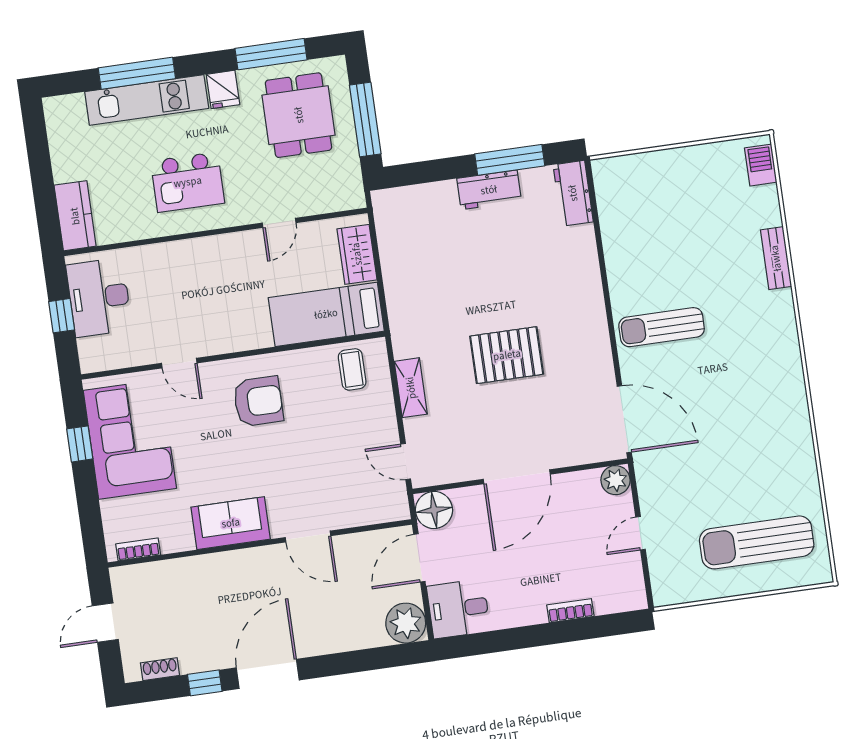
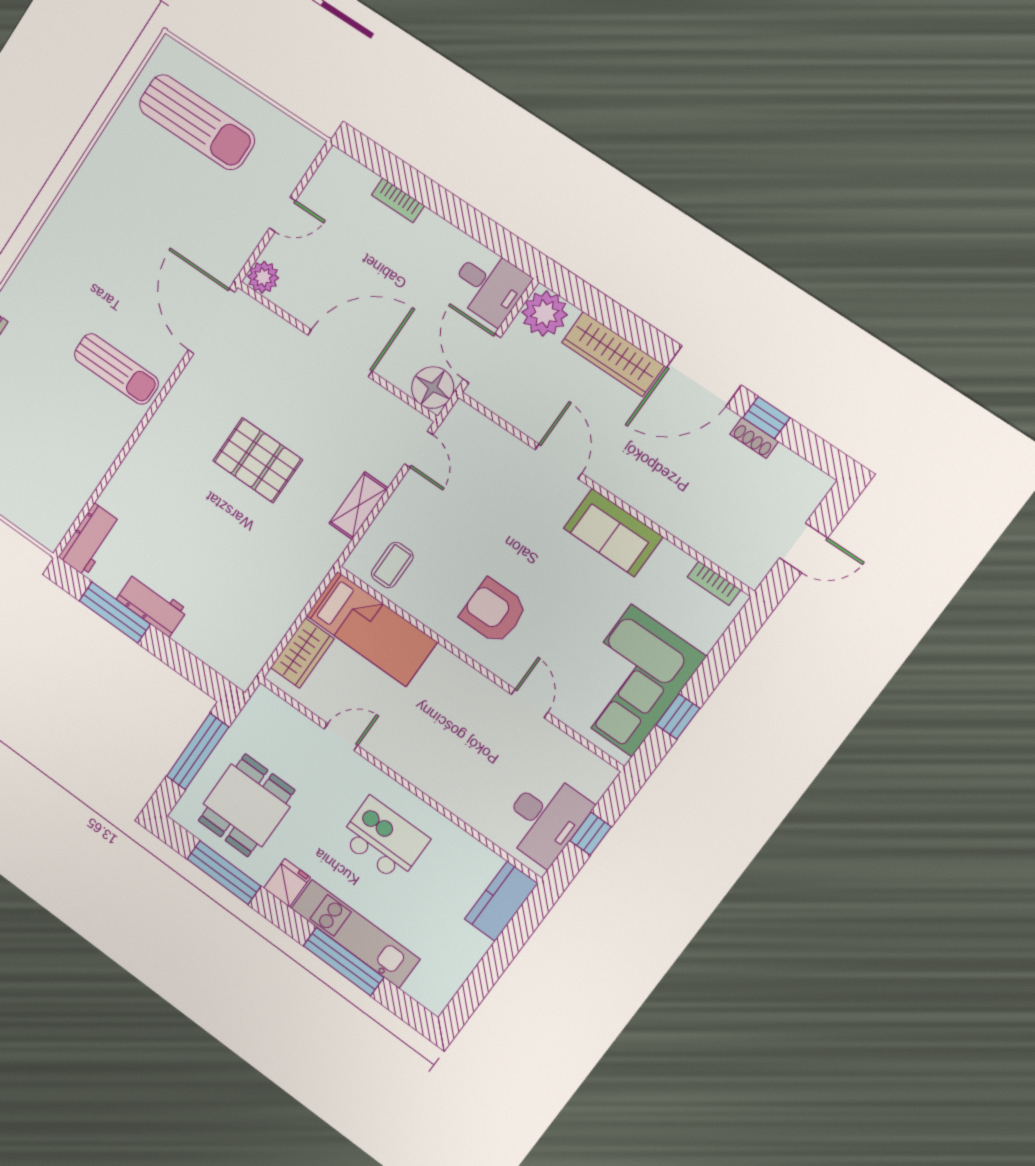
door: (419, 558) -> (482, 358), swing flipped
wardrobe: (338, 636) -> (613, 354), added
shoe rack: (160, 669) -> (754, 438), moved

